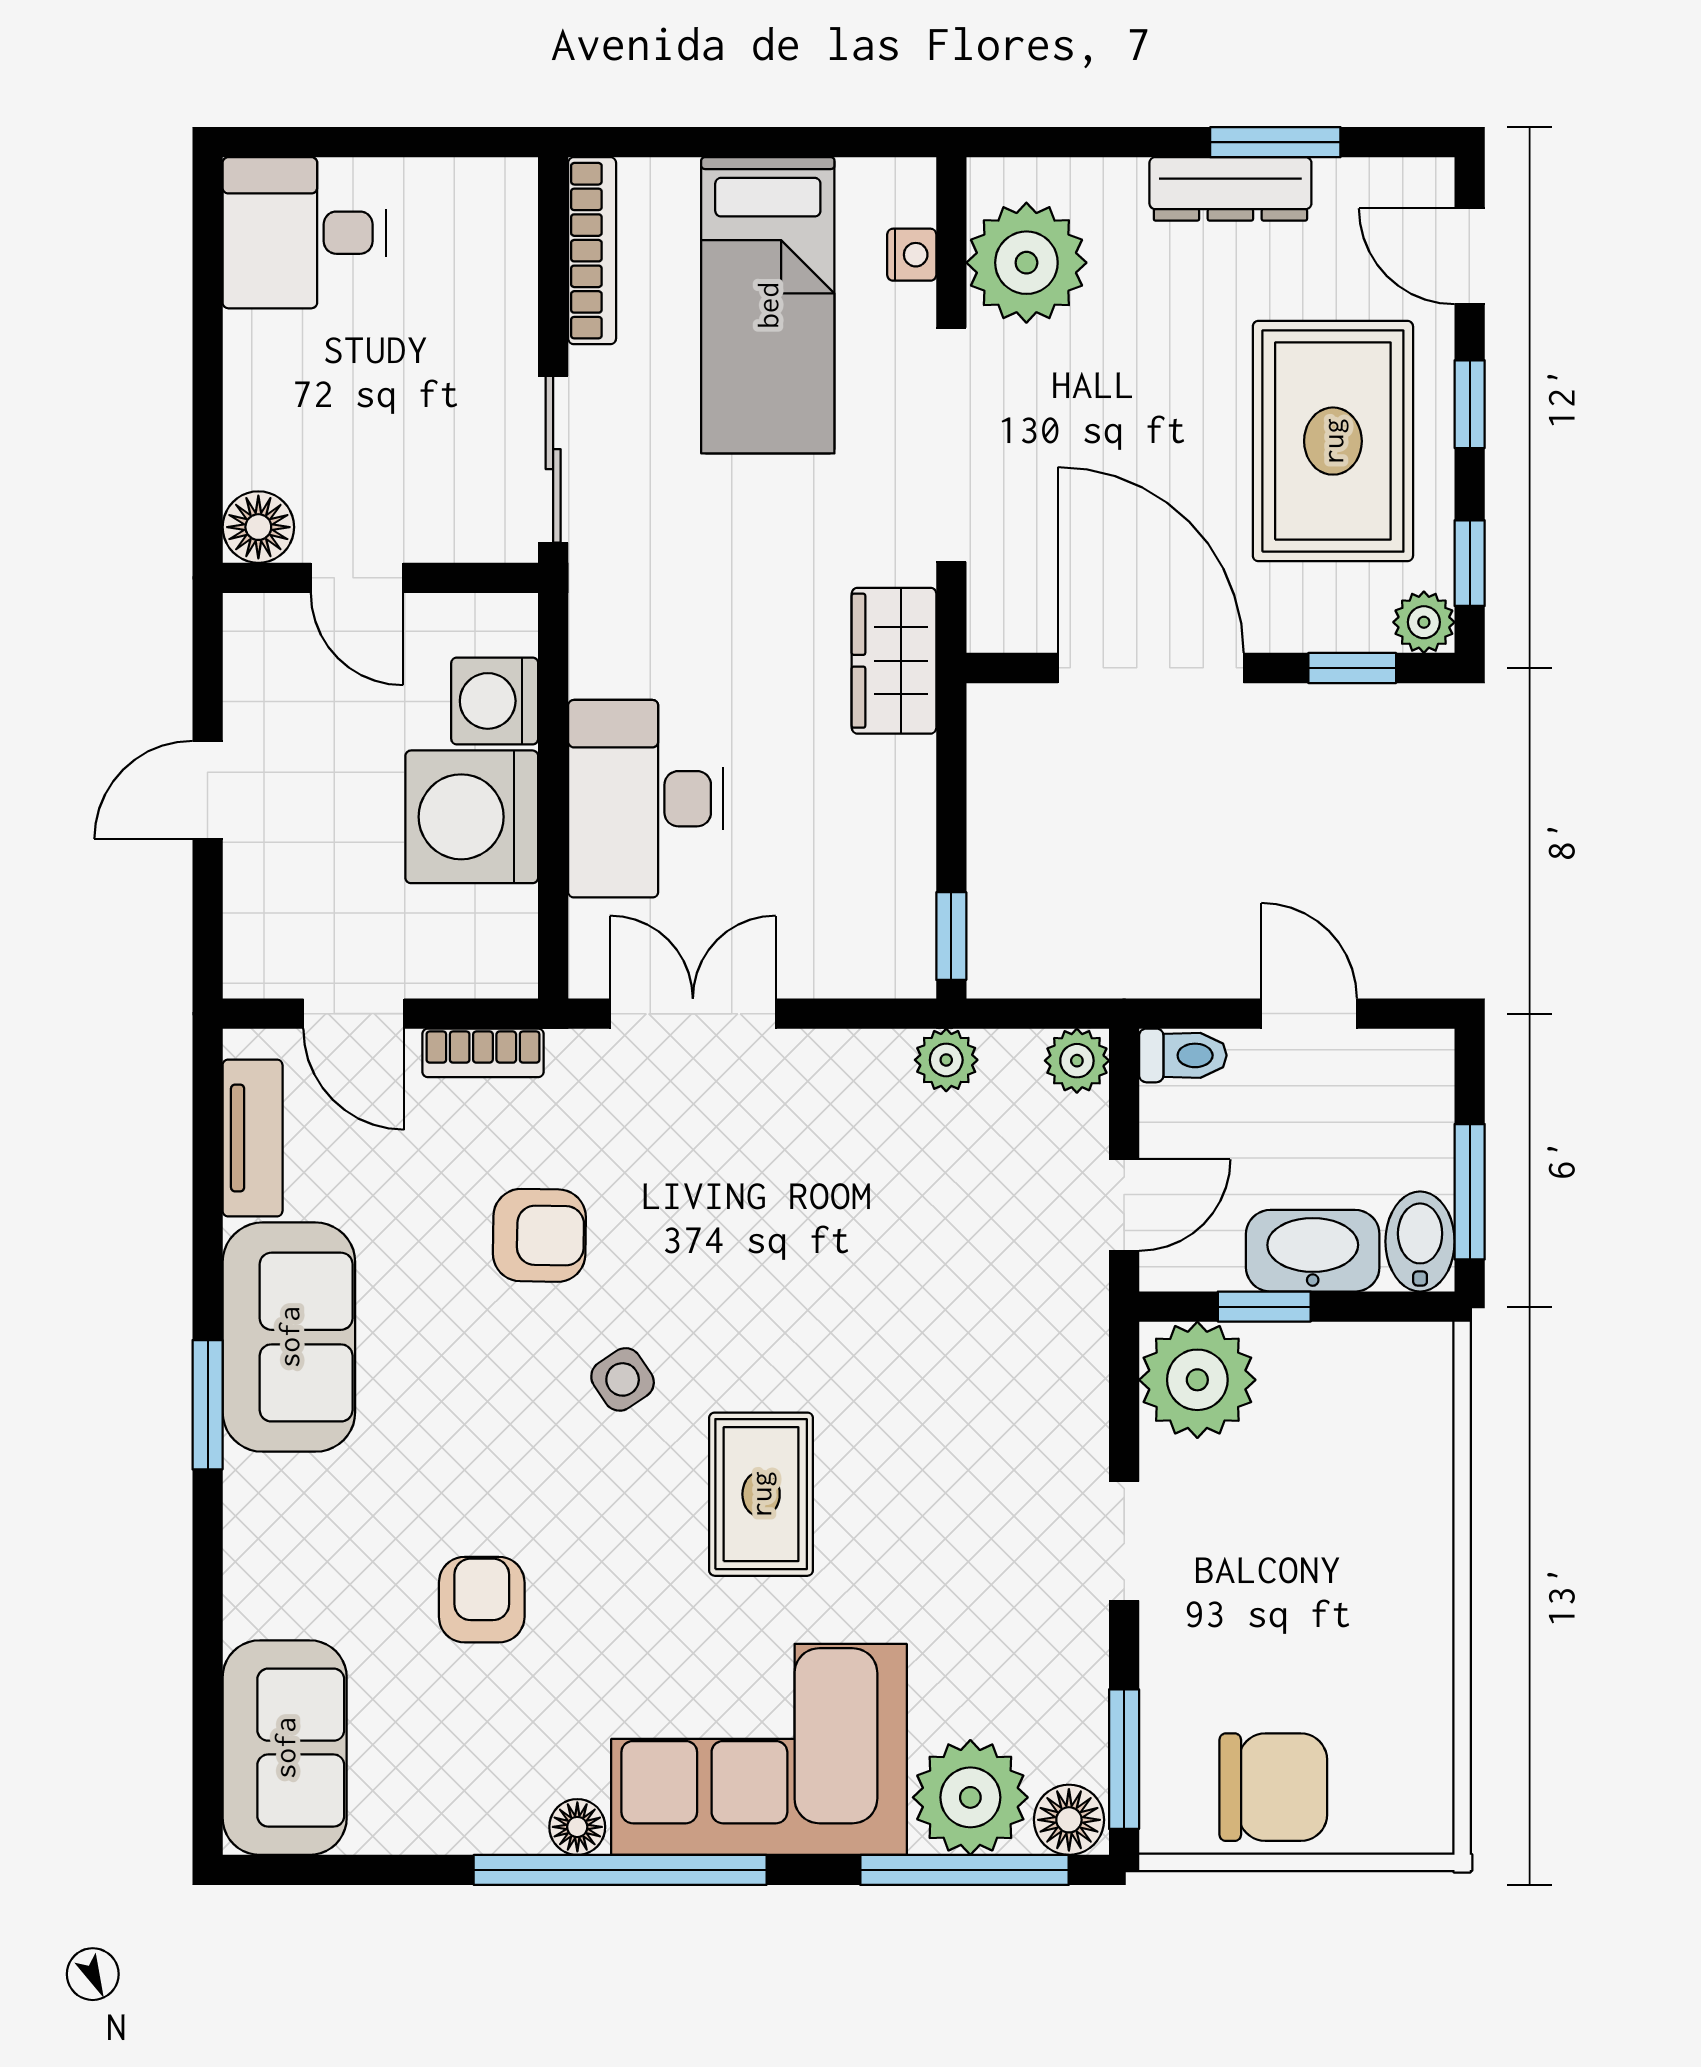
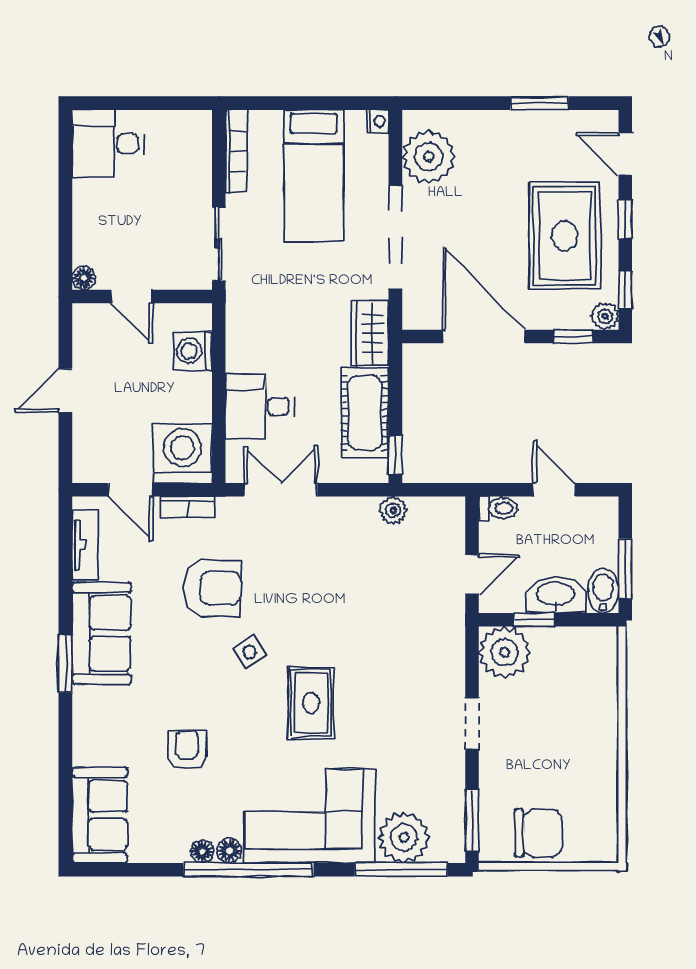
dresser: (1230, 189) -> (519, 124), removed
nightstand: (912, 255) -> (378, 121), moved
floor lamp: (258, 527) -> (84, 278), width x0.73, depth x0.73
desk: (646, 799) -> (260, 406), width x0.73
washing machine: (472, 817) -> (183, 454), moved, turned 90
cot: (883, 840) -> (365, 413), added
plant: (1077, 1061) -> (451, 511), removed
armchair: (539, 1235) -> (213, 588), width x1.38, depth x1.38
floor lamp: (1069, 1820) -> (202, 852), moved, width x0.73, depth x0.73

